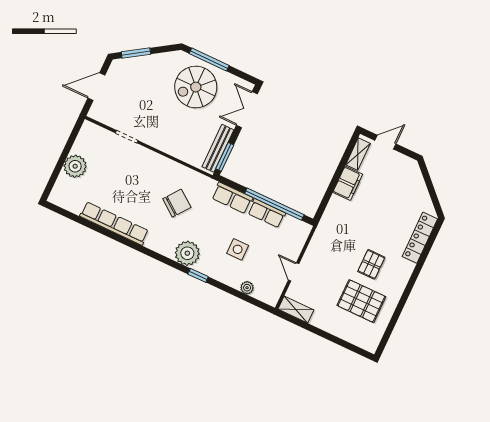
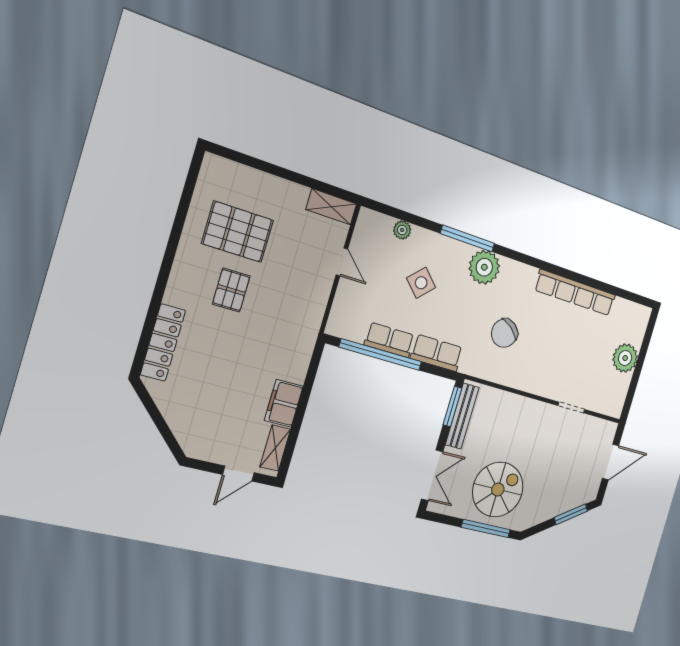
side table: (238, 249) -> (421, 283), turned 45
window: (198, 275) -> (468, 238), width x2.17

